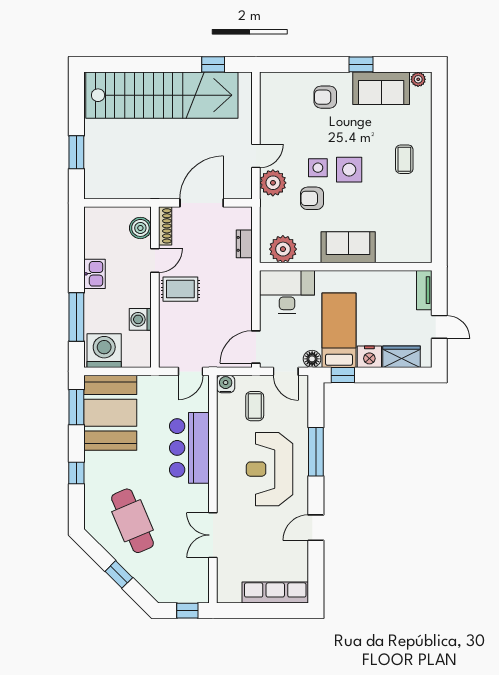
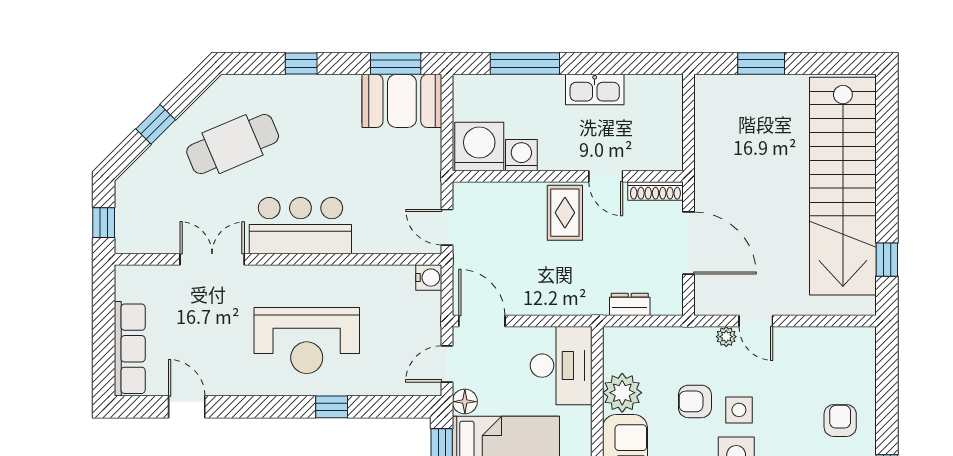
plant: (273, 183) -> (726, 337), width x0.53, depth x0.53
armchair: (312, 198) -> (695, 401), turned -90
boiler: (140, 228) -> (652, 155), removed
plant: (283, 249) -> (622, 393), moved
kitchen sink: (95, 274) -> (595, 90), width x1.38
washing machine: (104, 351) -> (479, 146), moved, turned -90
coffee table: (255, 406) -> (397, 319), removed
booth: (110, 413) -> (402, 101), width x0.73, depth x0.70
bar counter: (189, 448) -> (300, 226), moved
window: (316, 452) -> (332, 407), width x0.46
reception desk: (269, 469) -> (307, 340), turned 180
door: (316, 528) -> (187, 407), moved

